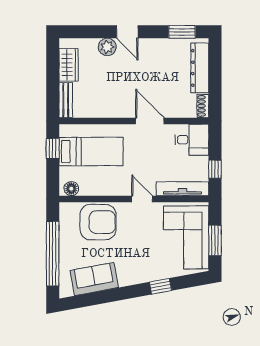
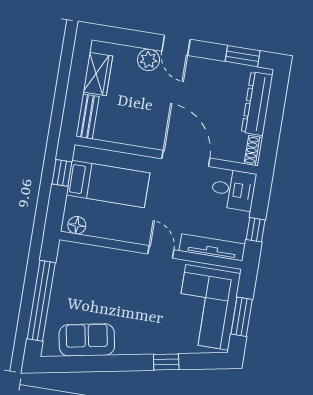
door: (150, 121) -> (186, 158), width x1.36
armchair: (98, 222) -> (103, 271), removed

